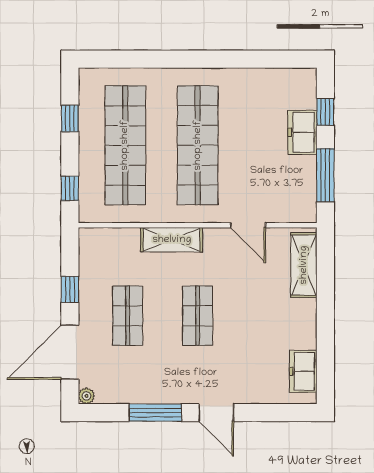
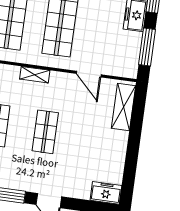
shelving: (172, 240) -> (35, 75), width x0.67, depth x0.75
freezer: (303, 371) -> (106, 193), moved, turned 90

